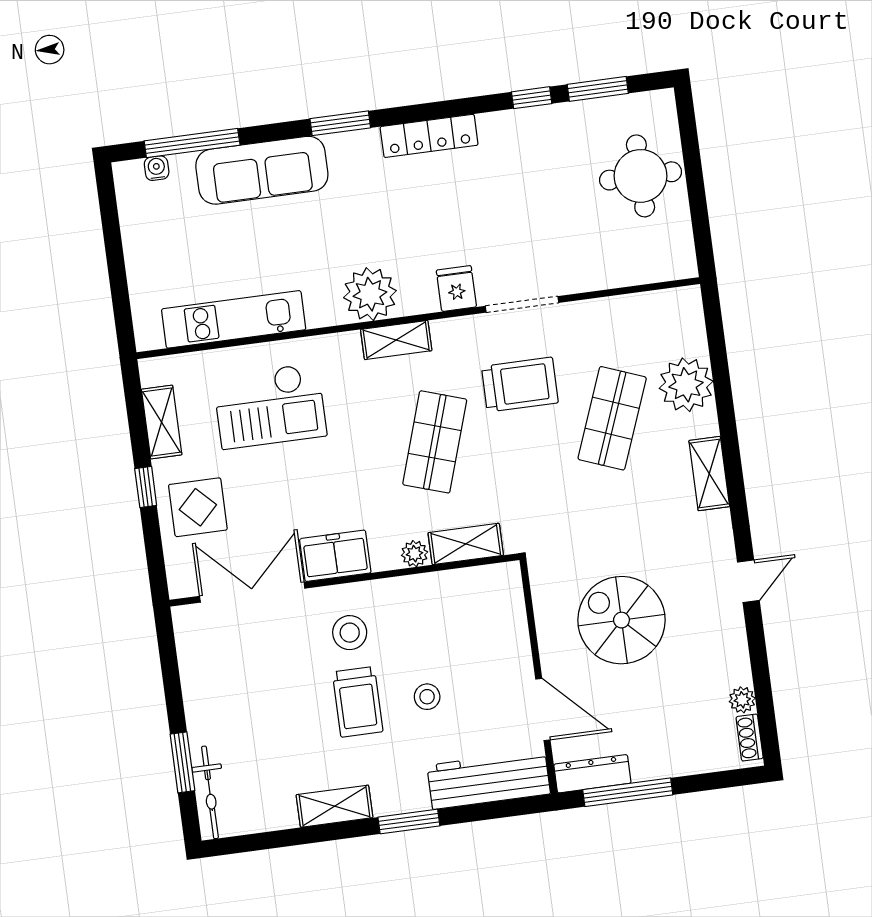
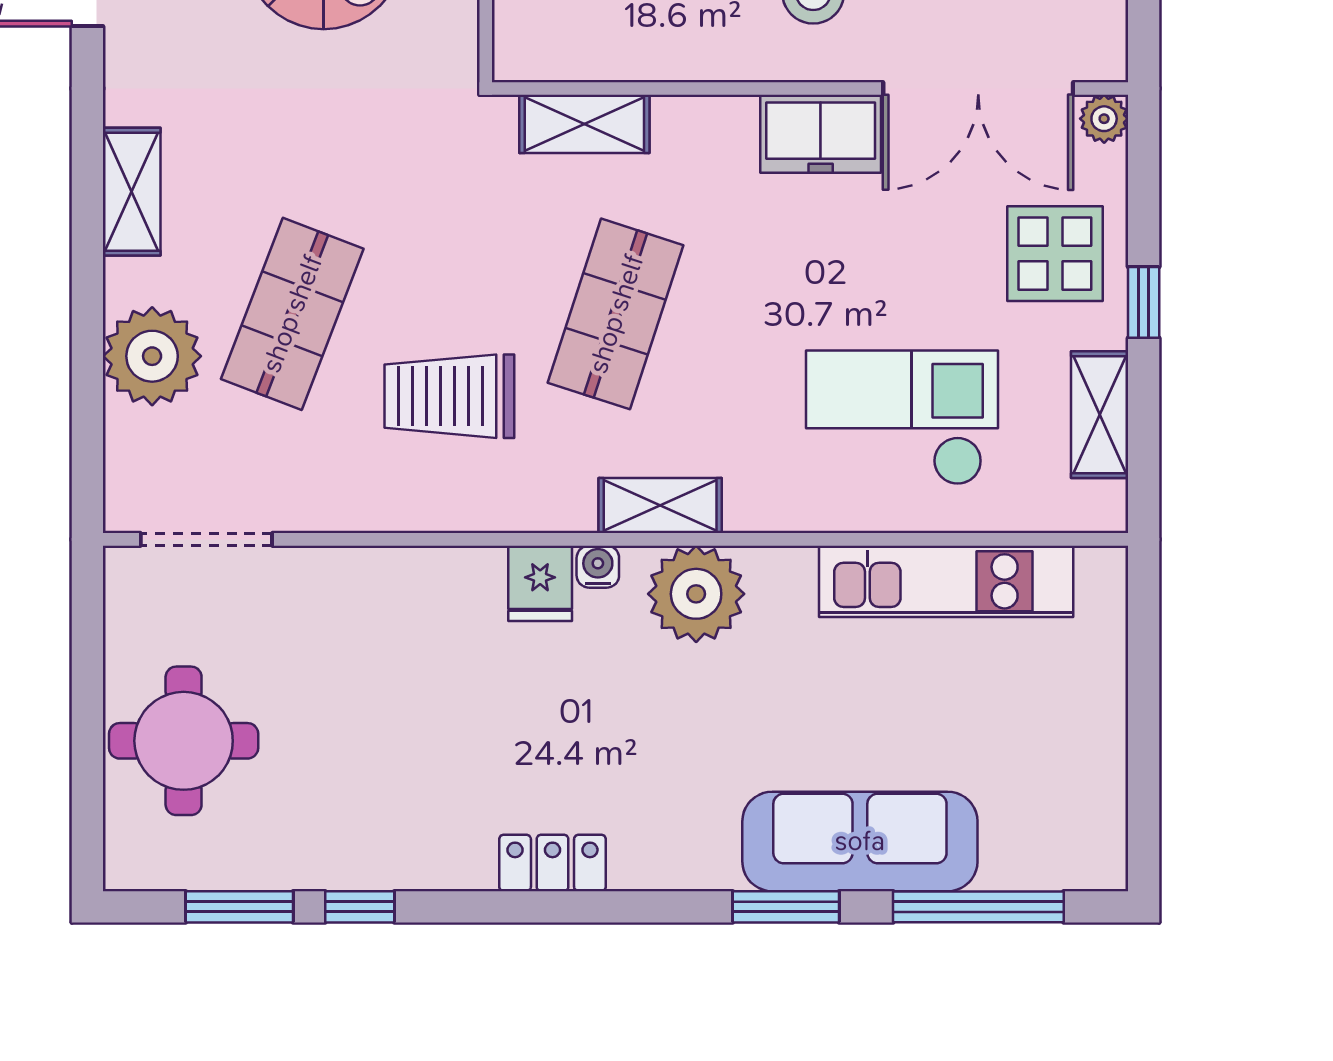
window: (340, 123) -> (786, 907), moved
locker: (429, 136) -> (552, 863), width x0.66
water cooler: (157, 168) -> (598, 567), moved, turned 180
doorway: (522, 304) -> (206, 539), moved
plant: (415, 554) -> (1104, 119), moved

